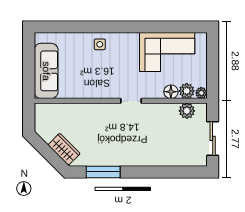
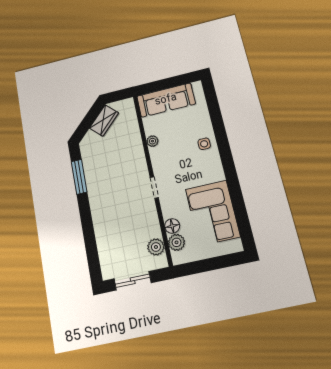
plant: (201, 93) -> (152, 141), moved
wardrobe: (64, 149) -> (104, 120), moved

